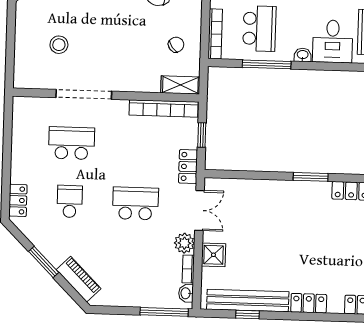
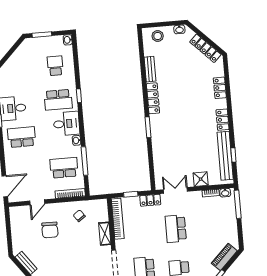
shelving: (180, 85) -> (105, 234), moved
plant: (184, 243) -> (196, 197), removed

